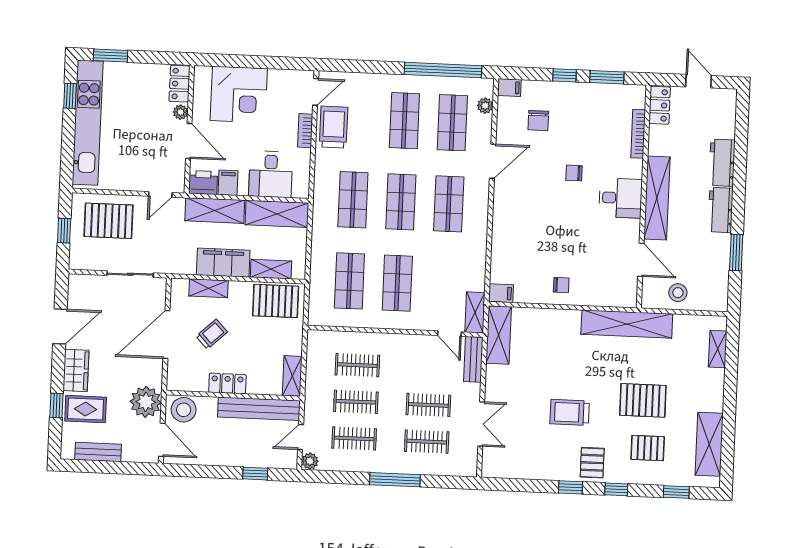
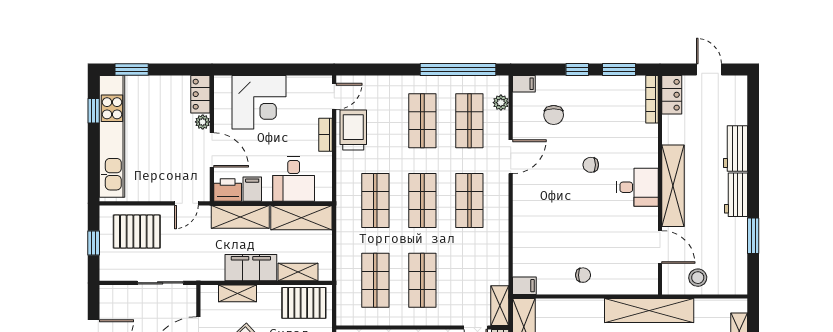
bookcase: (638, 134) -> (652, 99), moved

